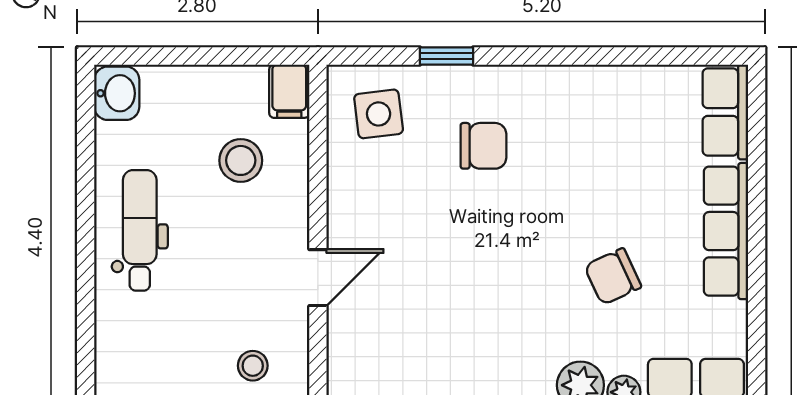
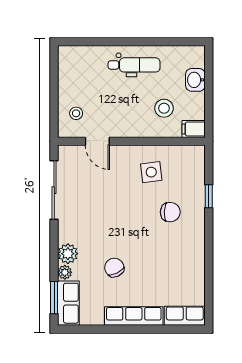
washbasin: (117, 93) -> (195, 80), moved, turned 90
side table: (379, 114) -> (151, 172), moved
chair: (483, 146) -> (170, 212), turned -88
door: (318, 278) -> (97, 141), moved

